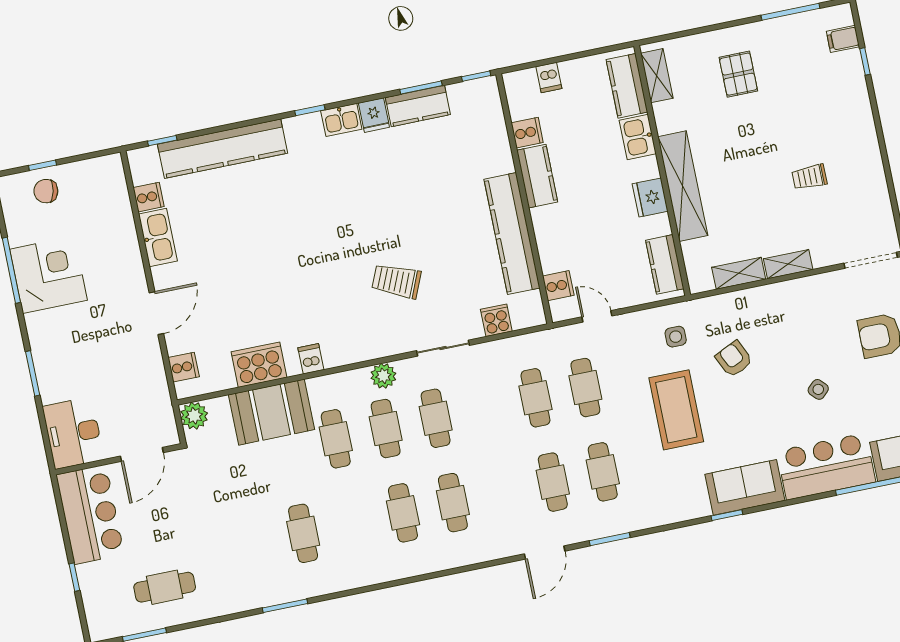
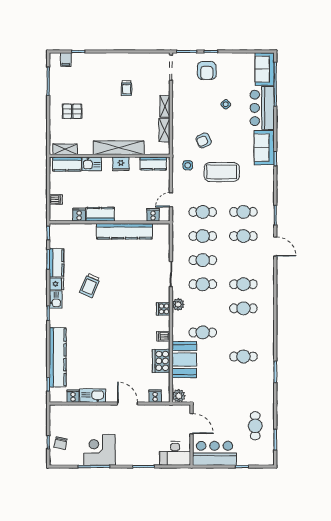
trolley: (396, 281) -> (90, 285), moved
cooker: (496, 320) -> (163, 309), moved
cafe table: (386, 429) -> (203, 260), moved

